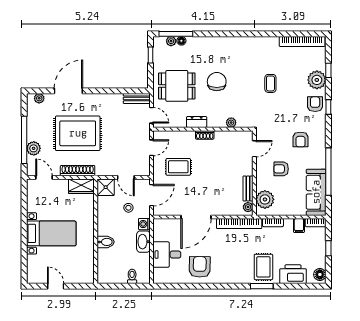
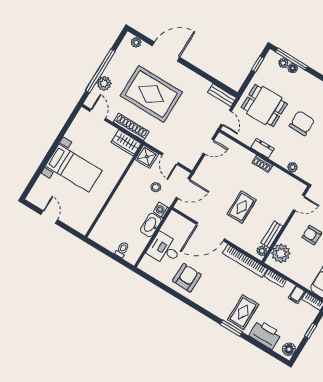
rug: (178, 167) -> (242, 207), moved, turned 90
bidet: (106, 242) -> (117, 205), removed

